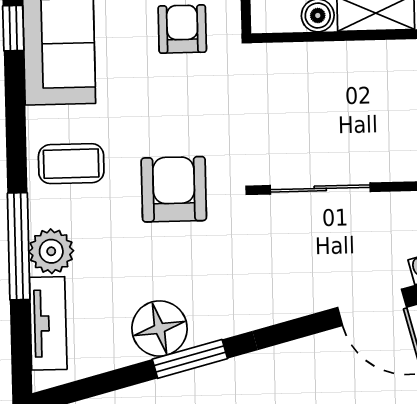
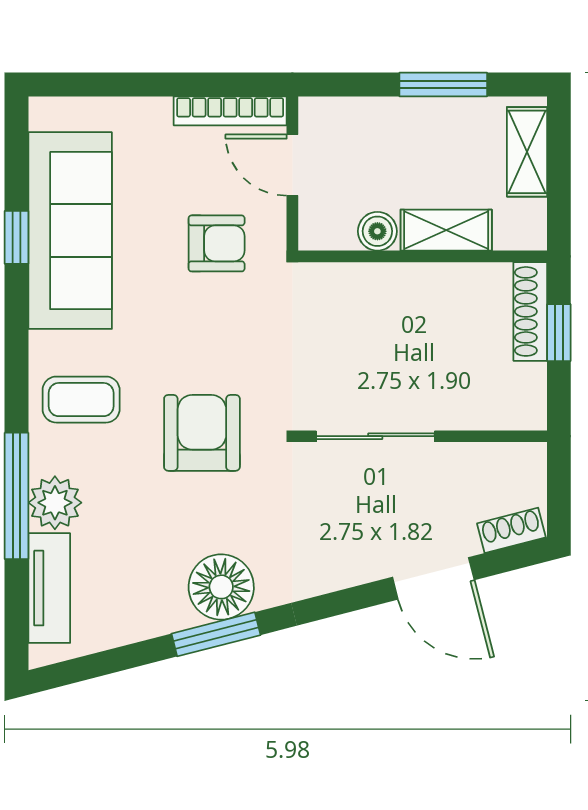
armchair: (182, 29) -> (217, 243), turned 90
floor lamp: (159, 328) -> (221, 587), moved

